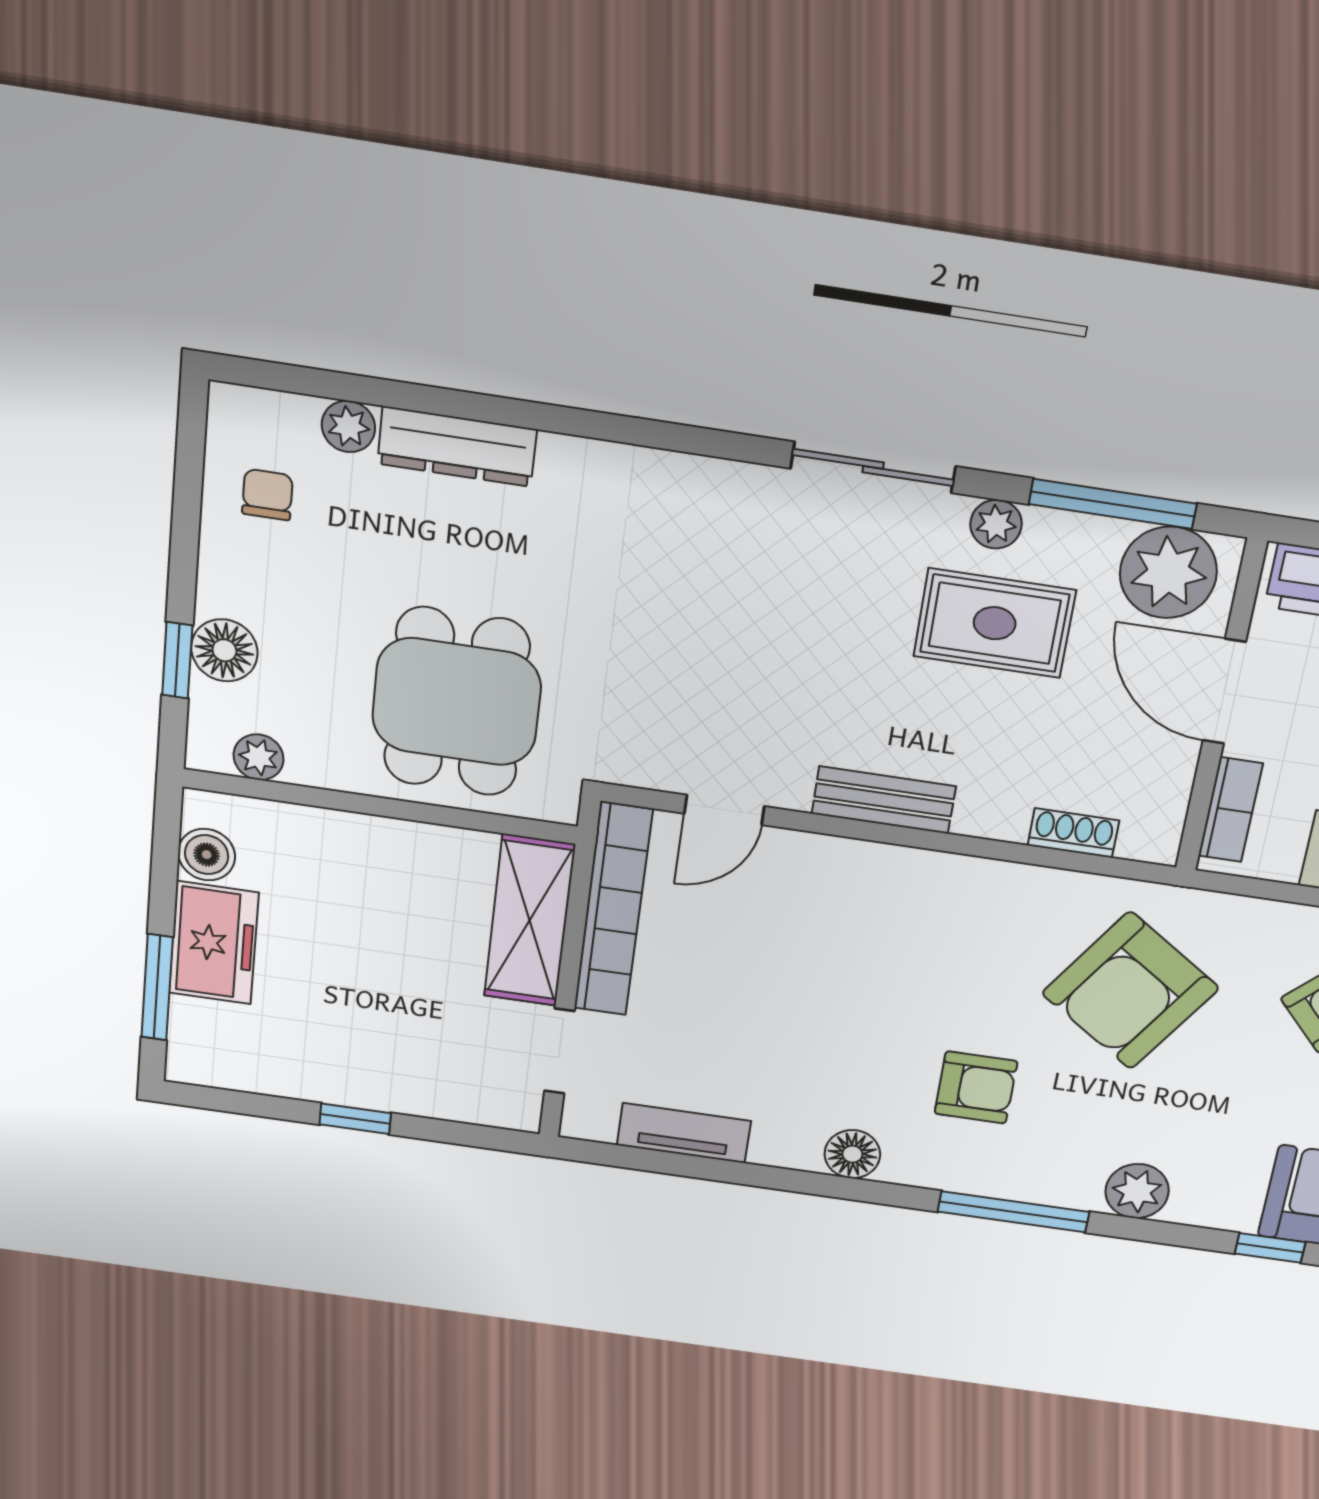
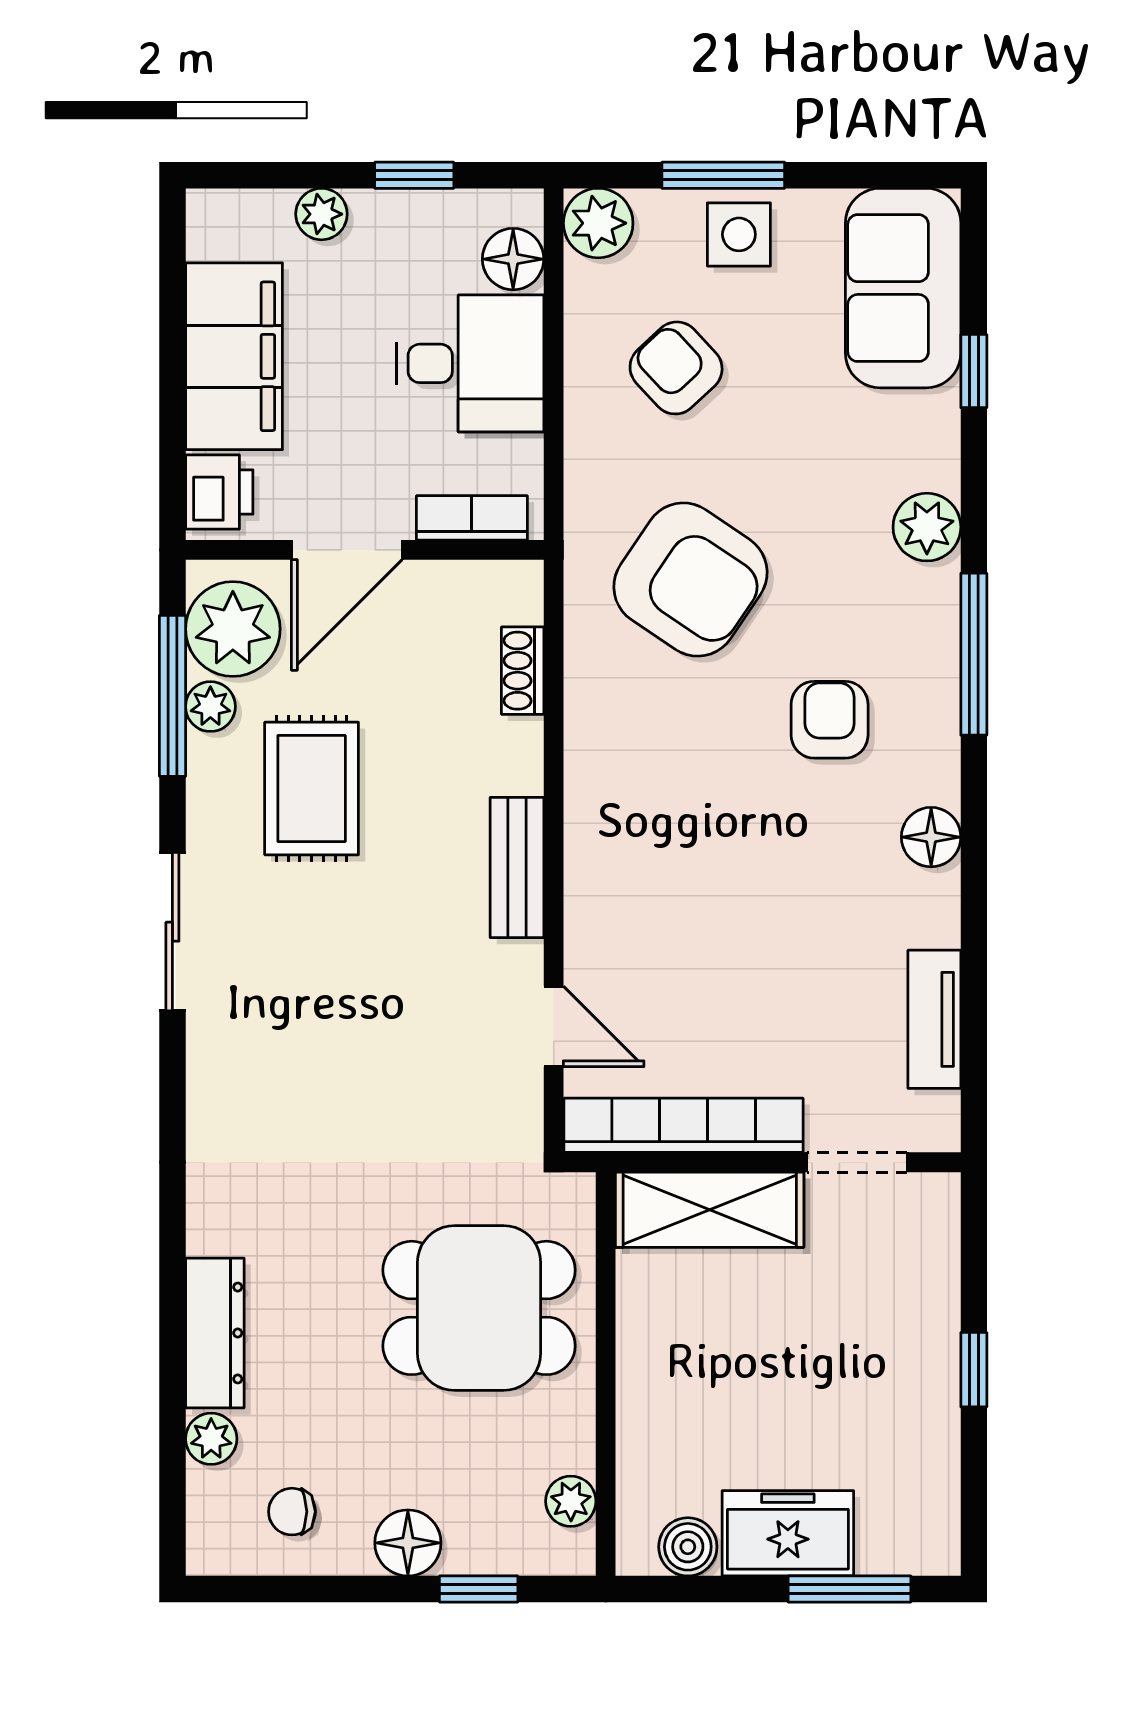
plant: (996, 524) -> (210, 707), moved
floor lamp: (224, 650) -> (408, 1543), moved

